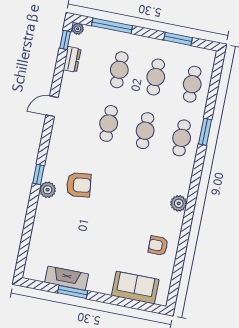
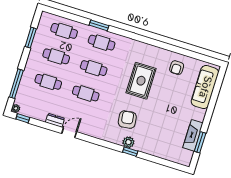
dresser: (72, 59) -> (55, 120), moved
door: (52, 106) -> (69, 133), swing flipped
window: (38, 174) -> (130, 152), moved
rug: (135, 198) -> (141, 81), added
plant: (179, 203) -> (148, 50), removed
sofa: (135, 288) -> (205, 87), width x1.36
window: (73, 292) -> (200, 142), moved

